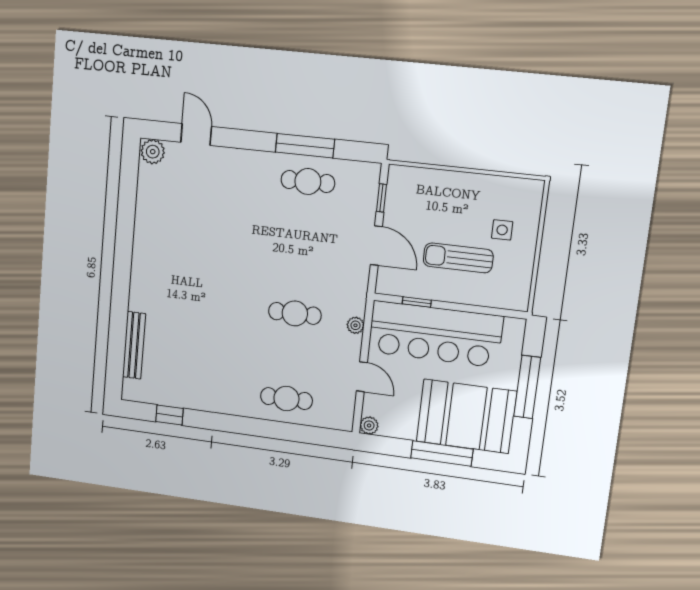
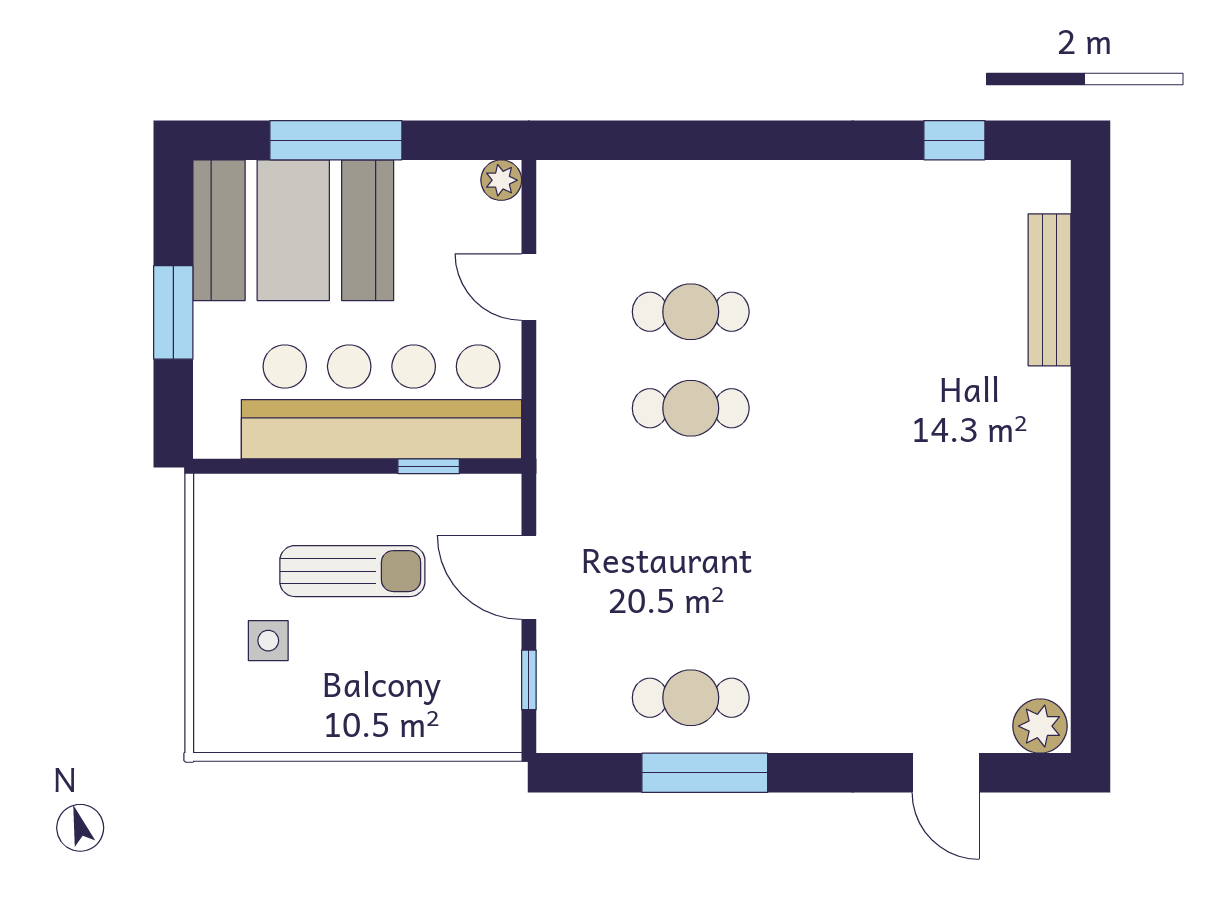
plant: (355, 325) -> (555, 399), removed
window: (527, 387) -> (173, 312), width x0.69
cafe table: (286, 399) -> (691, 312), moved

